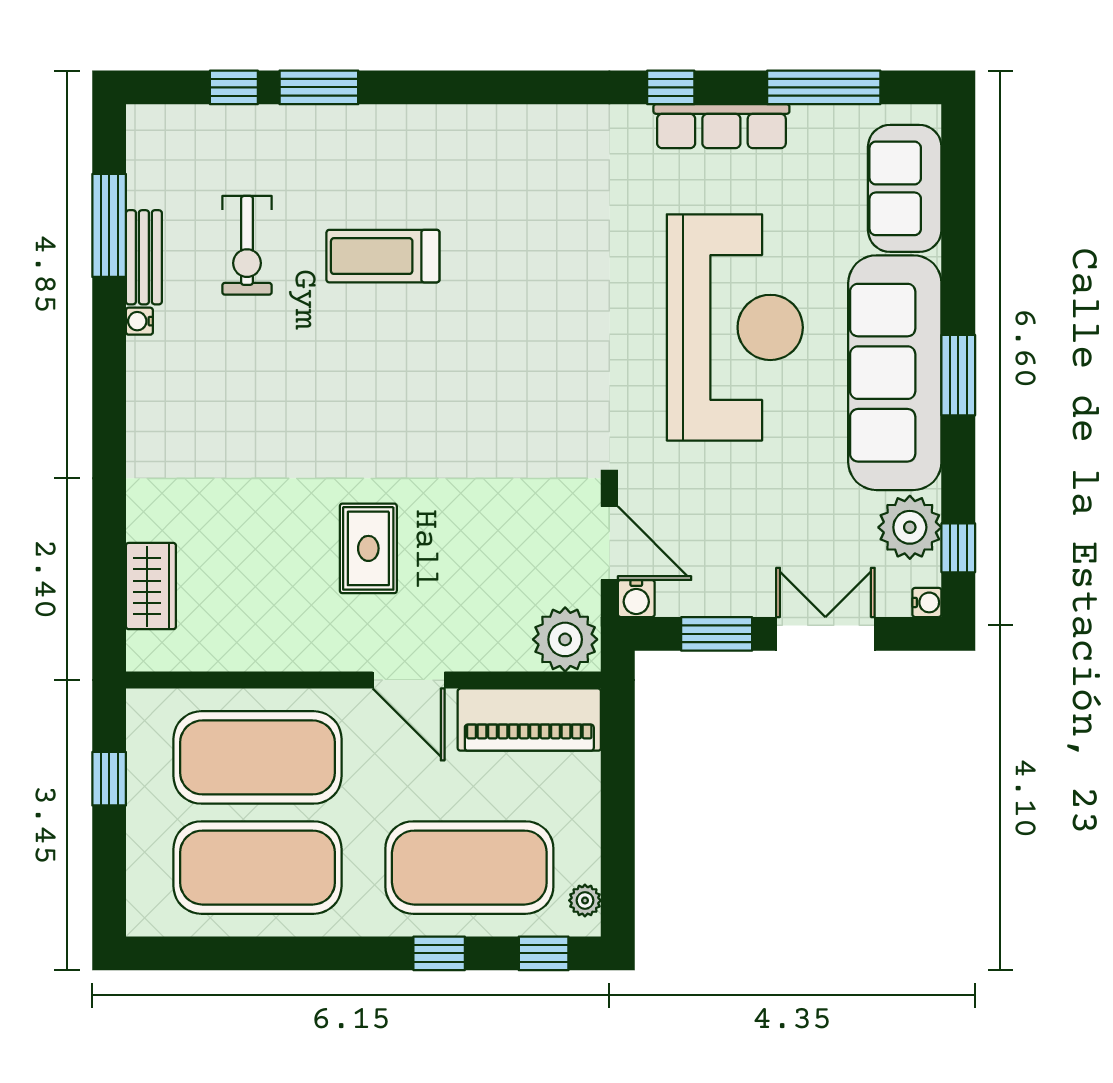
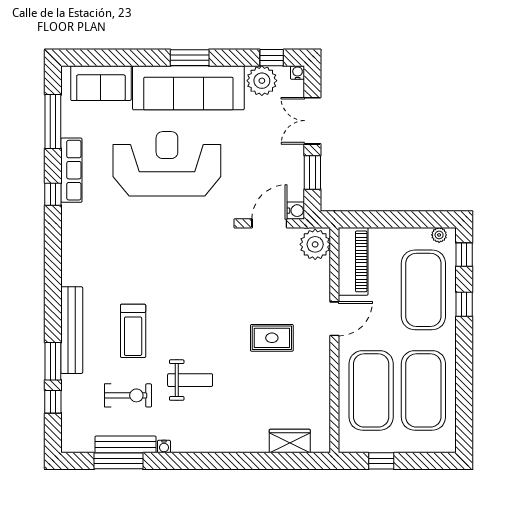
bench: (385, 127) -> (72, 330), added
bench: (144, 257) -> (126, 444), width x1.36
weight bench: (279, 376) -> (190, 380), added

